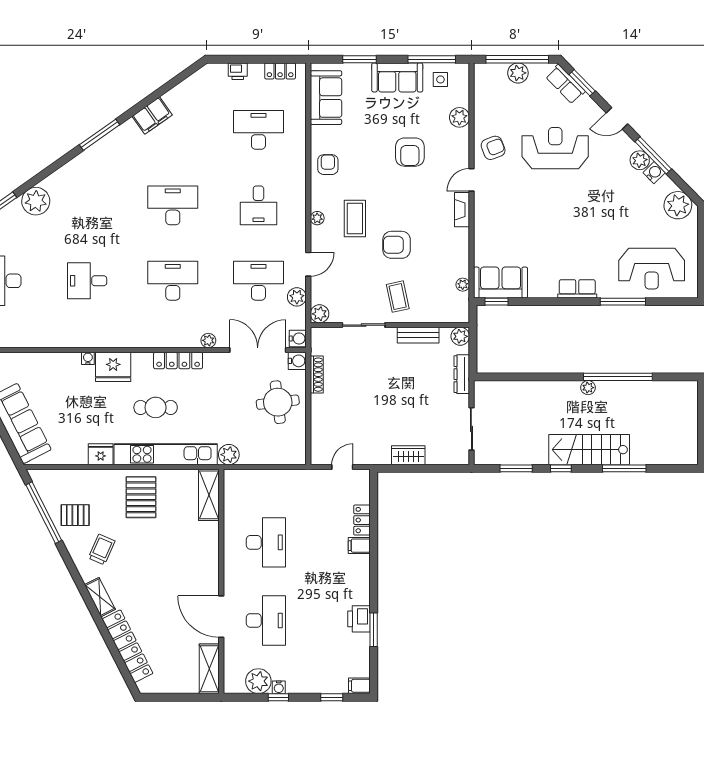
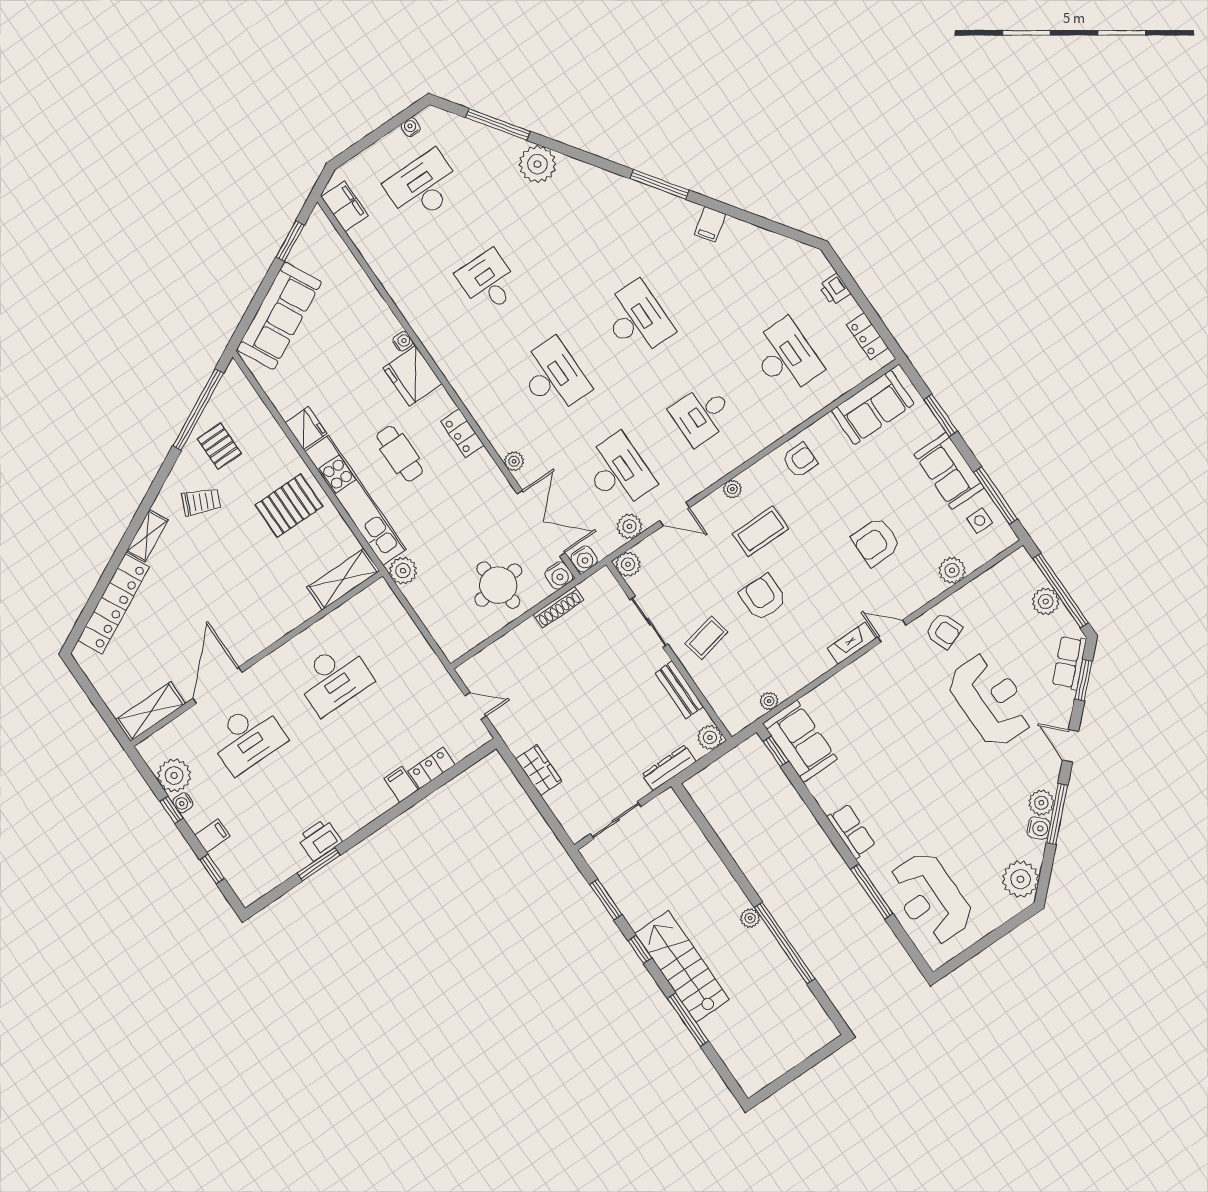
filing cabinet: (152, 116) -> (710, 224), width x0.50
locker: (178, 360) -> (462, 433), width x0.66
filing cabinet: (359, 686) -> (212, 836), moved, turned 90

